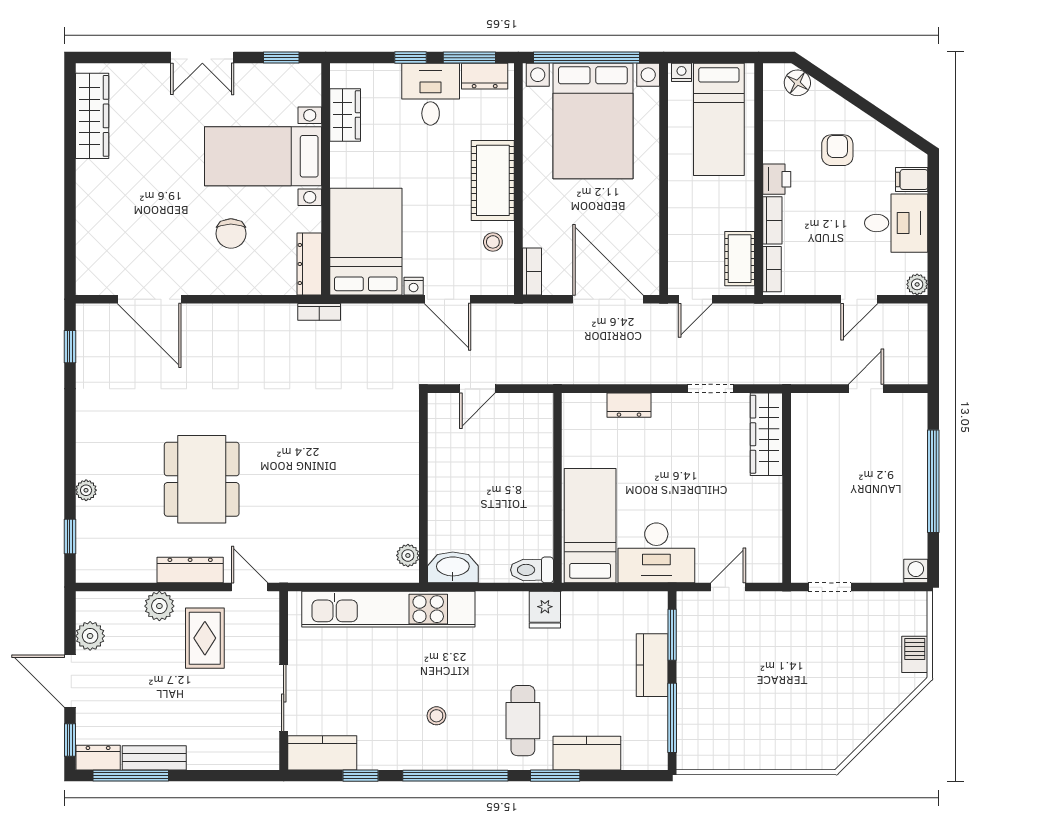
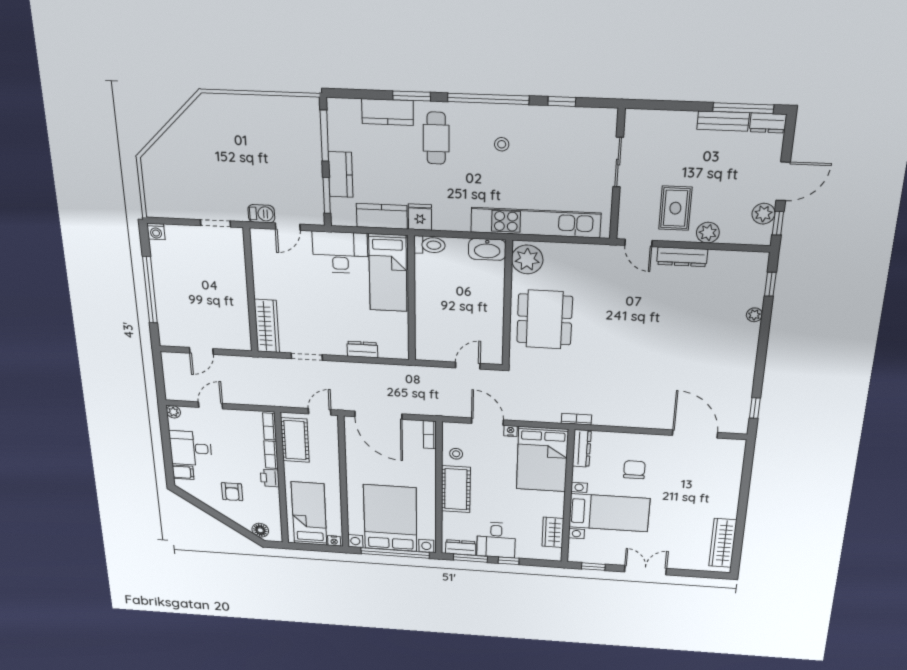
cot: (740, 259) -> (295, 440), width x1.37, depth x1.34
dining table: (202, 479) -> (545, 319), moved
plant: (408, 555) -> (527, 259), width x1.88, depth x1.88
barbecue: (915, 654) -> (261, 214), moved, turned -90
door: (70, 681) -> (783, 181), hinge flipped
window: (70, 740) -> (778, 223), moved
kitchen counter: (322, 753) -> (382, 216), moved, turned 180

